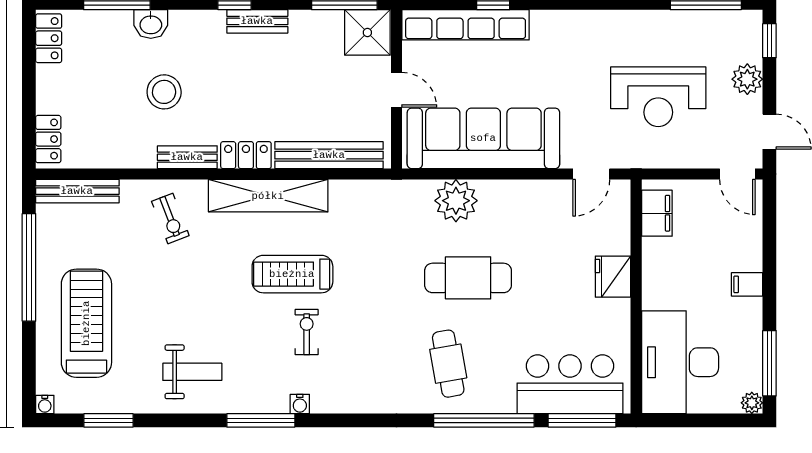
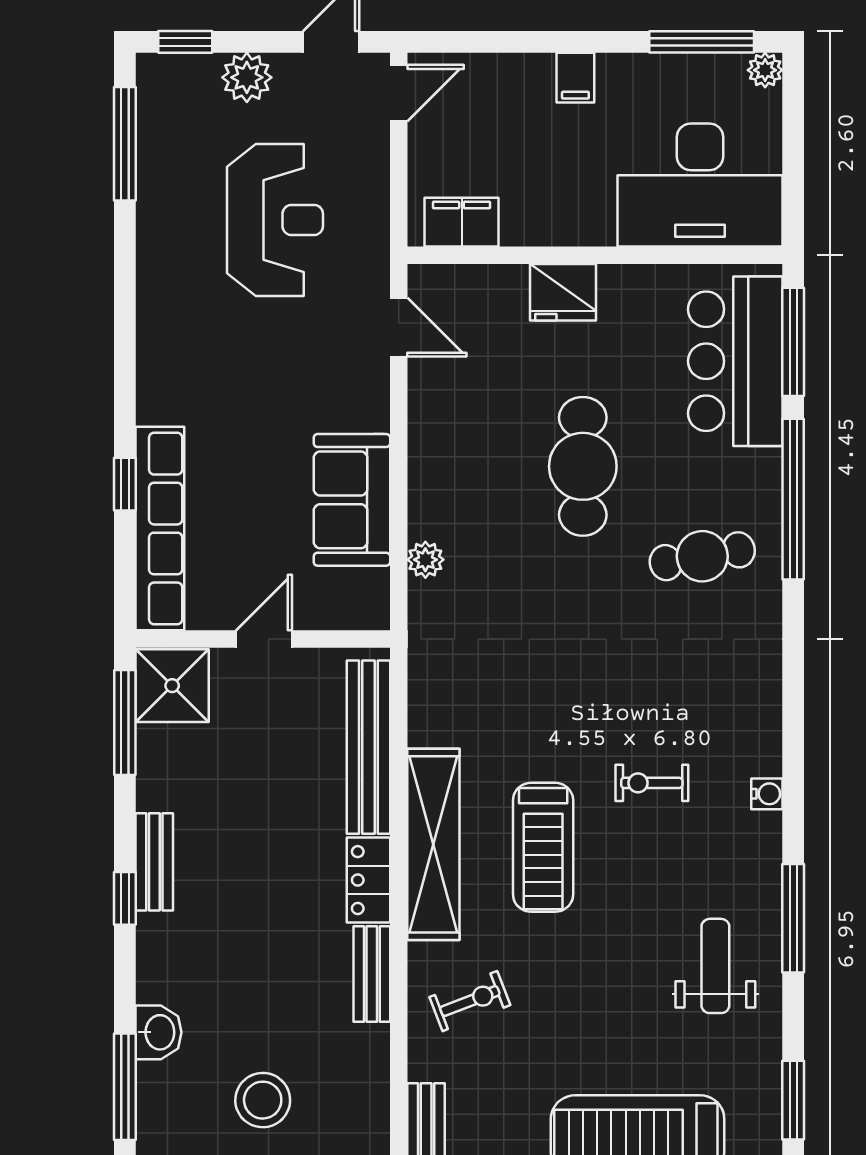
stool: (164, 92) -> (263, 1100), moved
sofa: (483, 138) -> (352, 500), width x0.54, depth x0.79
plant: (456, 201) -> (425, 560), width x0.53, depth x0.53
treadmill: (292, 274) -> (543, 847), moved
cafe table: (468, 278) -> (583, 466), moved
window: (261, 420) -> (793, 918), moved

